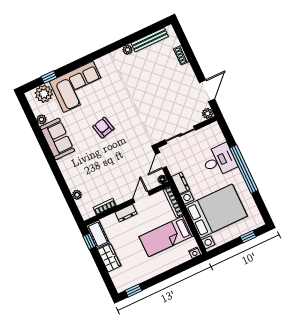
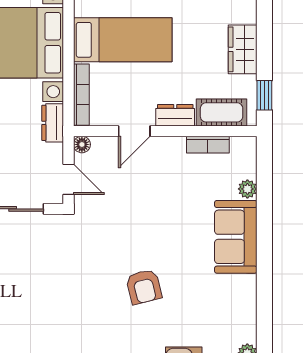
sofa: (57, 139) -> (236, 237), moved
door: (161, 161) -> (68, 179), hinge flipped
cot: (98, 234) -> (222, 112), moved, turned 90

